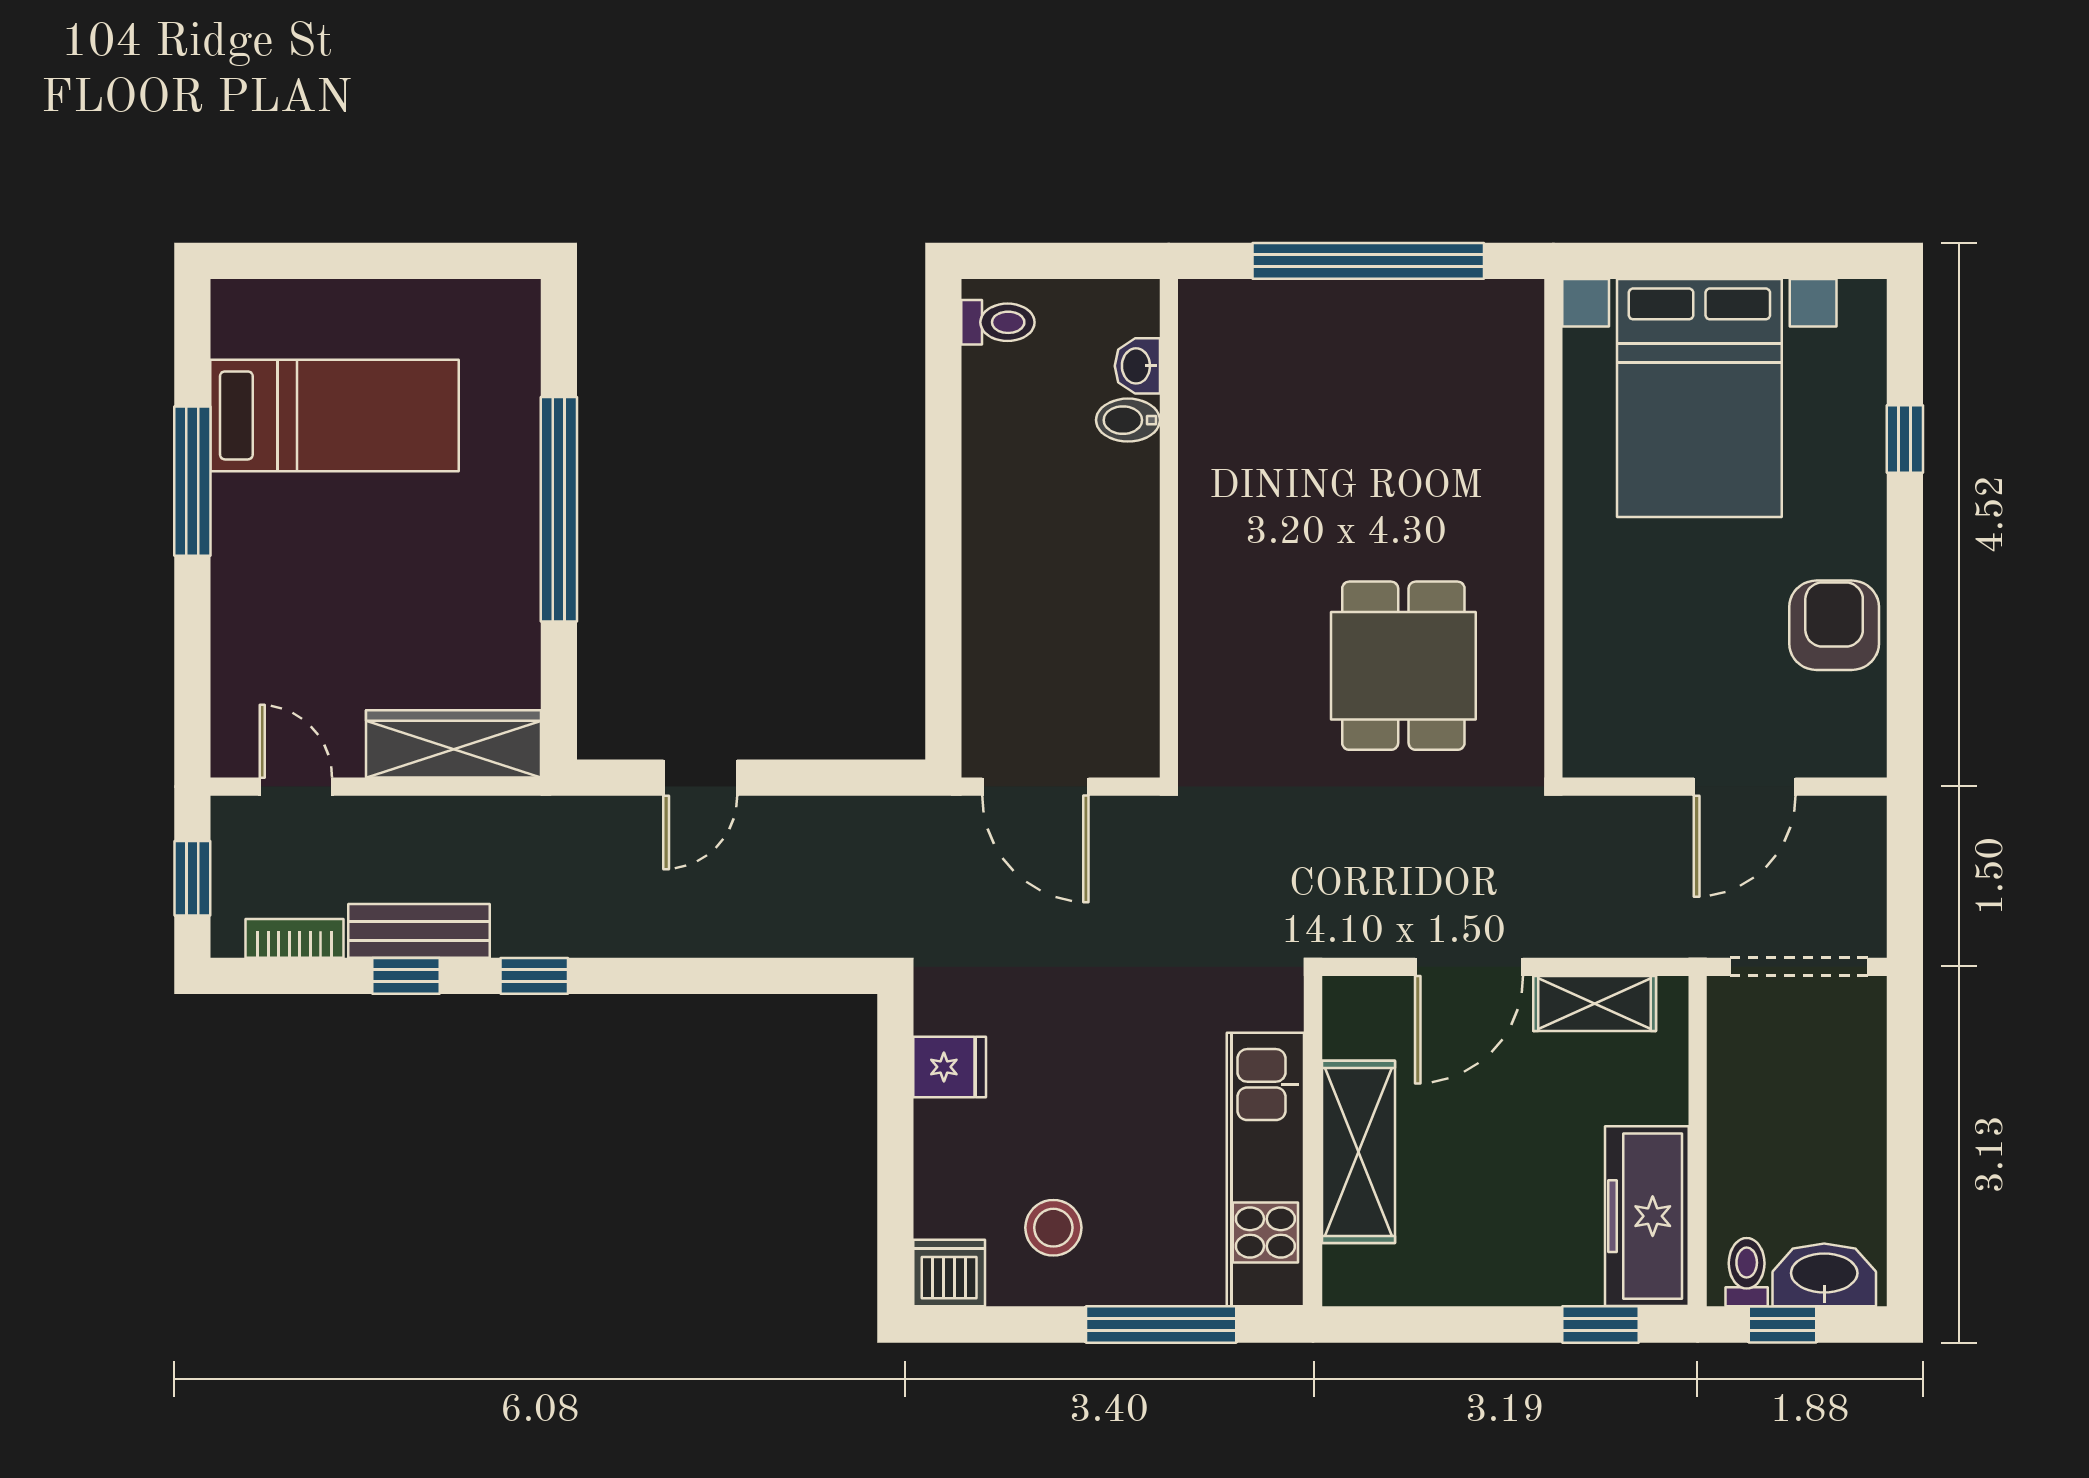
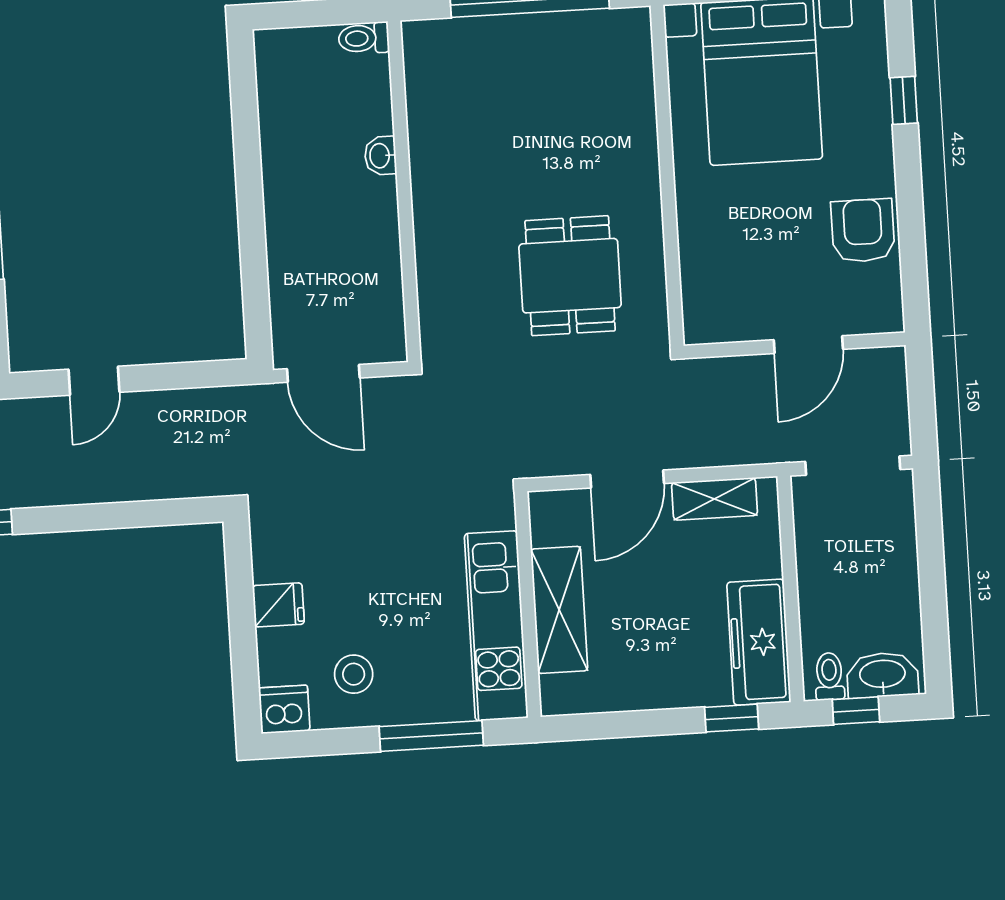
toilet: (998, 322) -> (364, 38), moved, turned 180
washbasin: (1137, 366) -> (380, 156), moved
bidet: (1128, 420) -> (372, 119), removed
fridge: (950, 1067) -> (278, 605), moved

